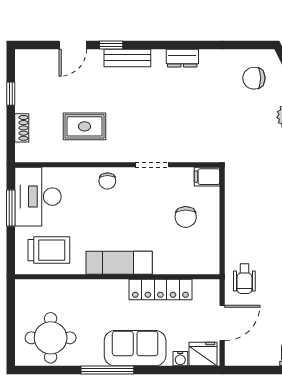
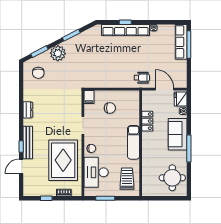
door: (73, 45) -> (21, 166), swing flipped
bench: (127, 58) -> (28, 143), width x1.36
rug: (85, 126) -> (63, 160), width x1.86, depth x2.06
desk: (38, 197) -> (96, 172), moved, turned 90
locker: (160, 290) -> (147, 121), width x0.66

